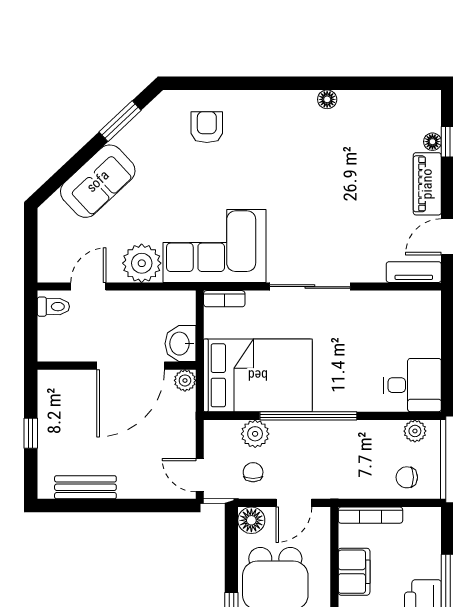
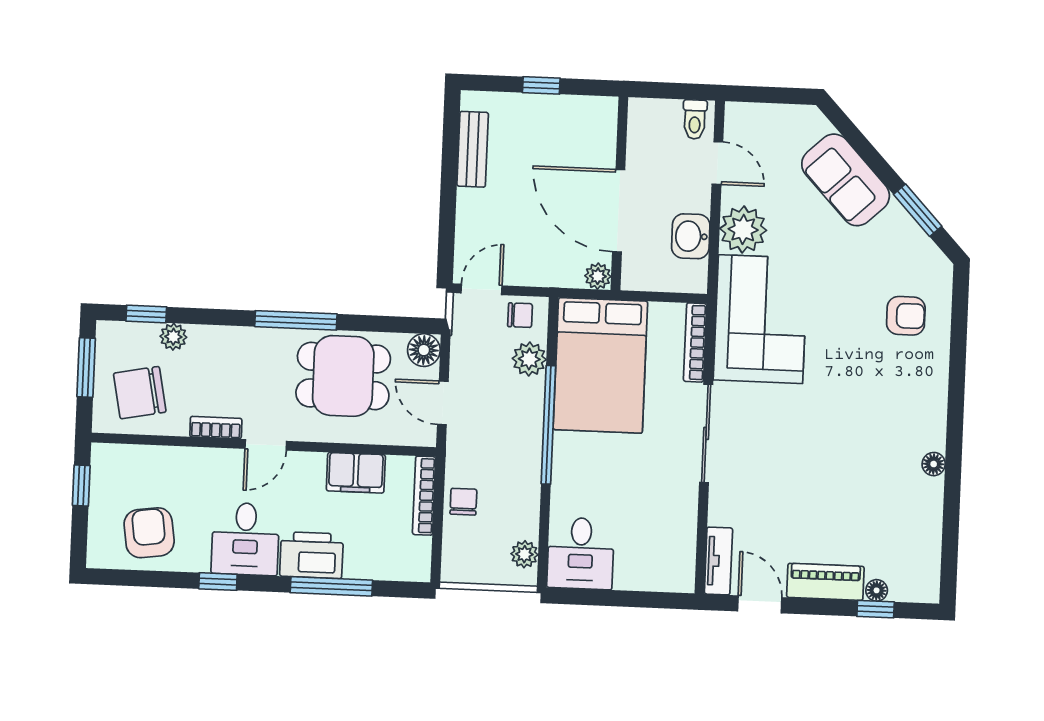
bookcase: (224, 299) -> (695, 342), width x1.56
washbasin: (180, 344) -> (691, 236), moved, turned -90
chair: (253, 472) -> (520, 315), moved
chair: (407, 477) -> (463, 502), moved

